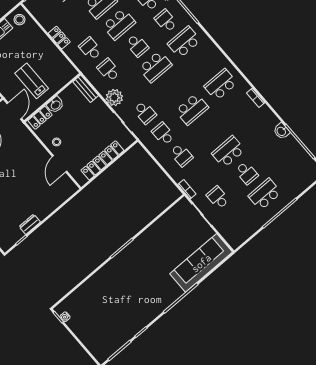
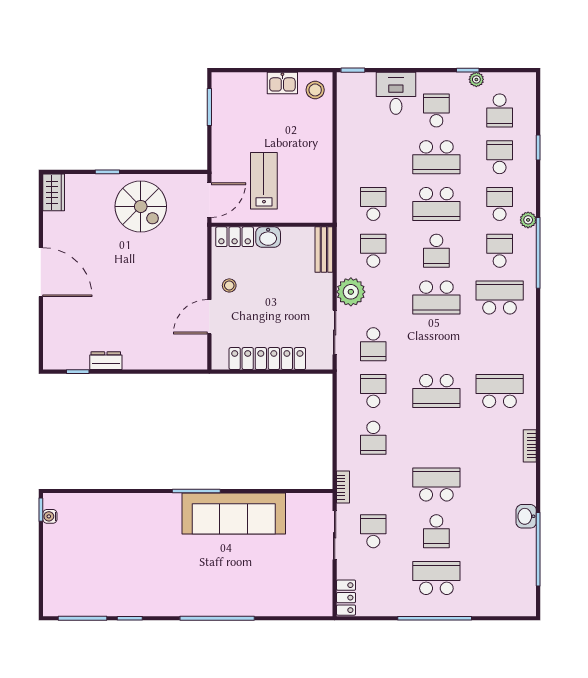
locker: (59, 38) -> (346, 598), moved
sofa: (201, 263) -> (234, 514), moved, turned 180

